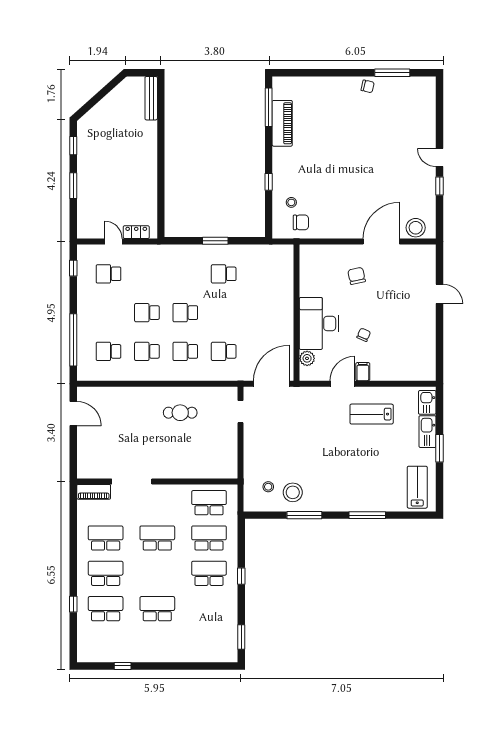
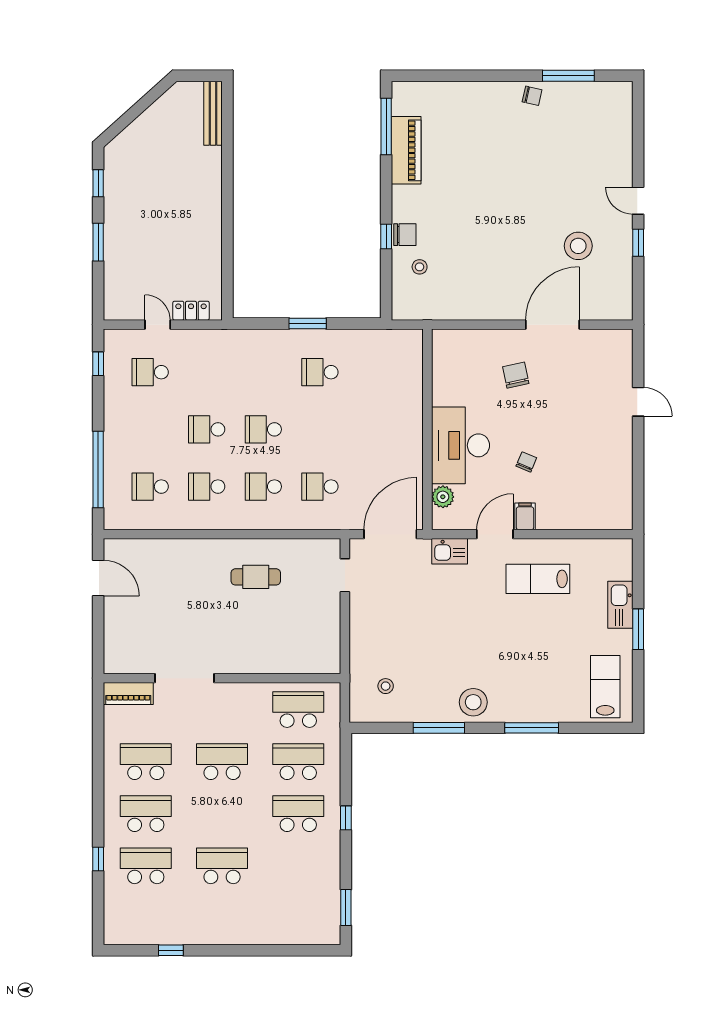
chair: (301, 222) -> (405, 235), moved
stool: (416, 228) -> (578, 246), moved
kitchen sink: (427, 402) -> (450, 551), moved, turned -90
stool: (293, 492) -> (473, 702), moved

